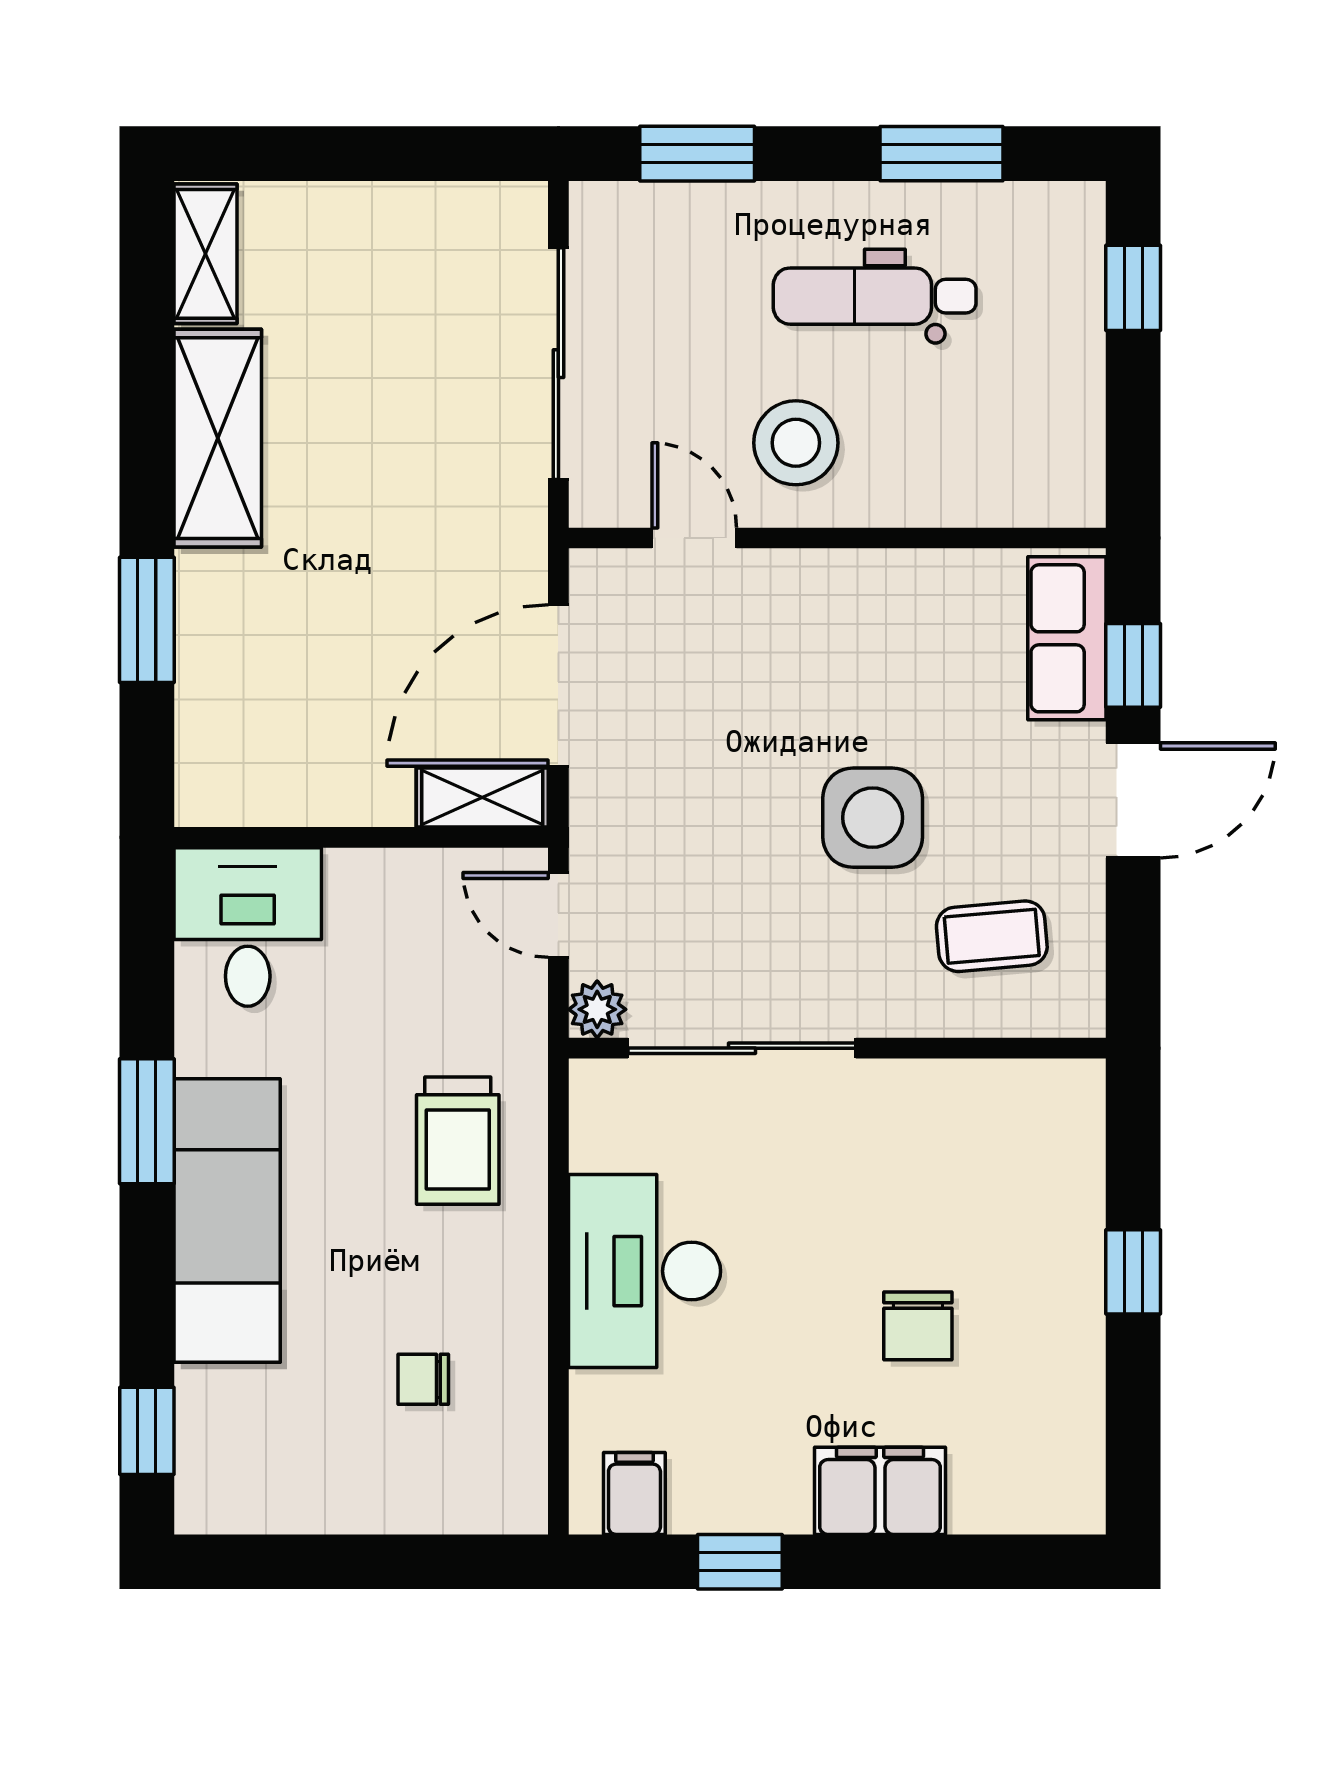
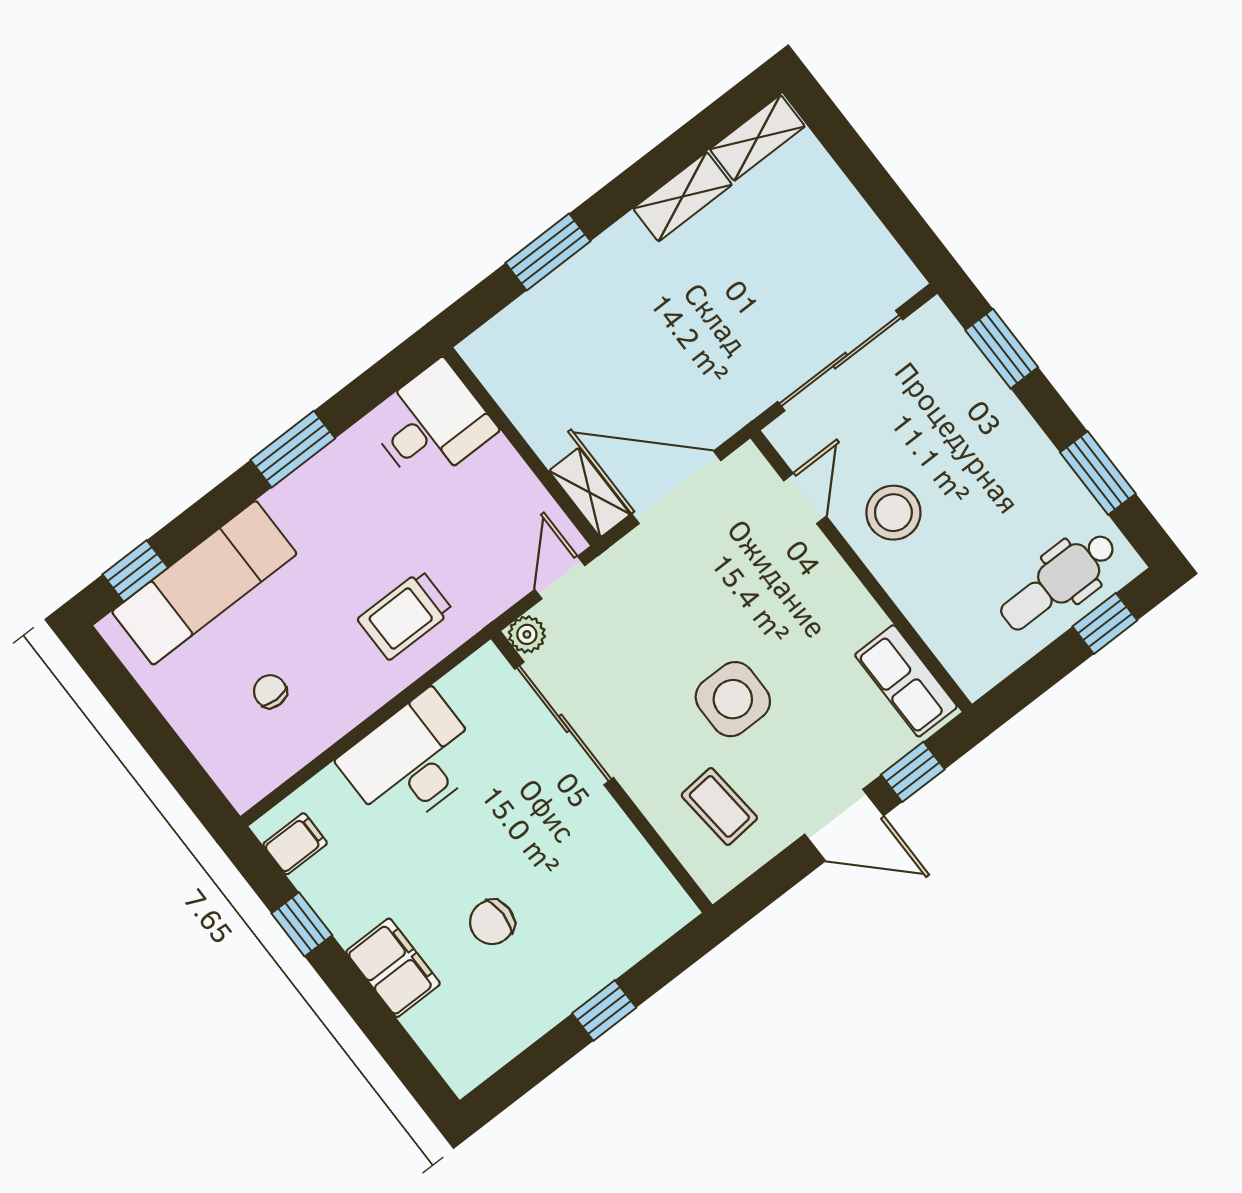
dental chair: (875, 296) -> (1058, 581), moved, turned -90
shelving: (218, 438) -> (683, 197), width x0.67, depth x0.75
row of seats: (1067, 638) -> (906, 681), moved, turned -90
exam couch: (227, 1221) -> (204, 583), moved

